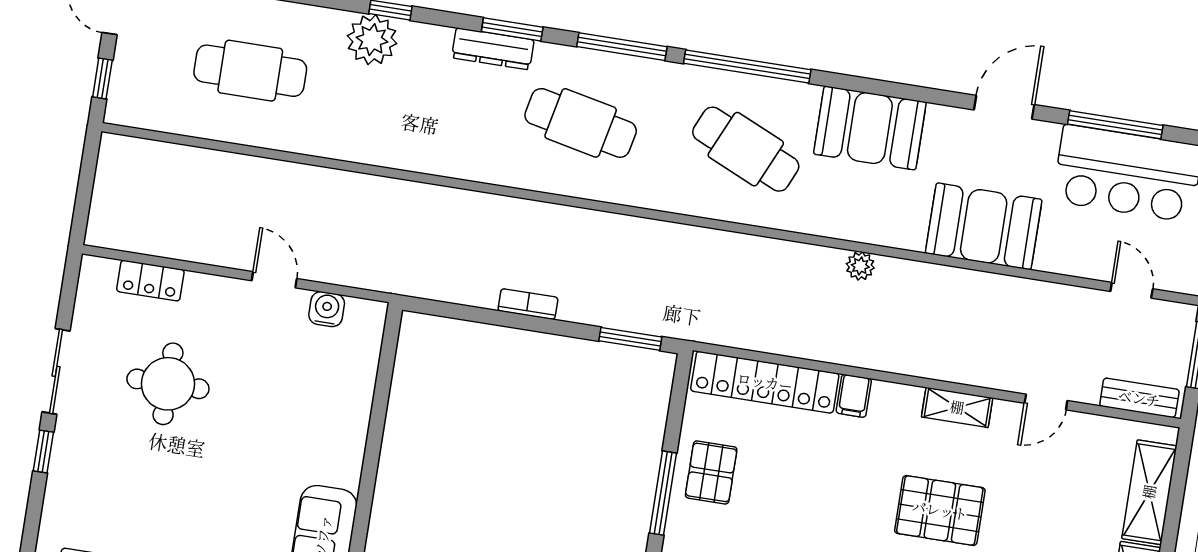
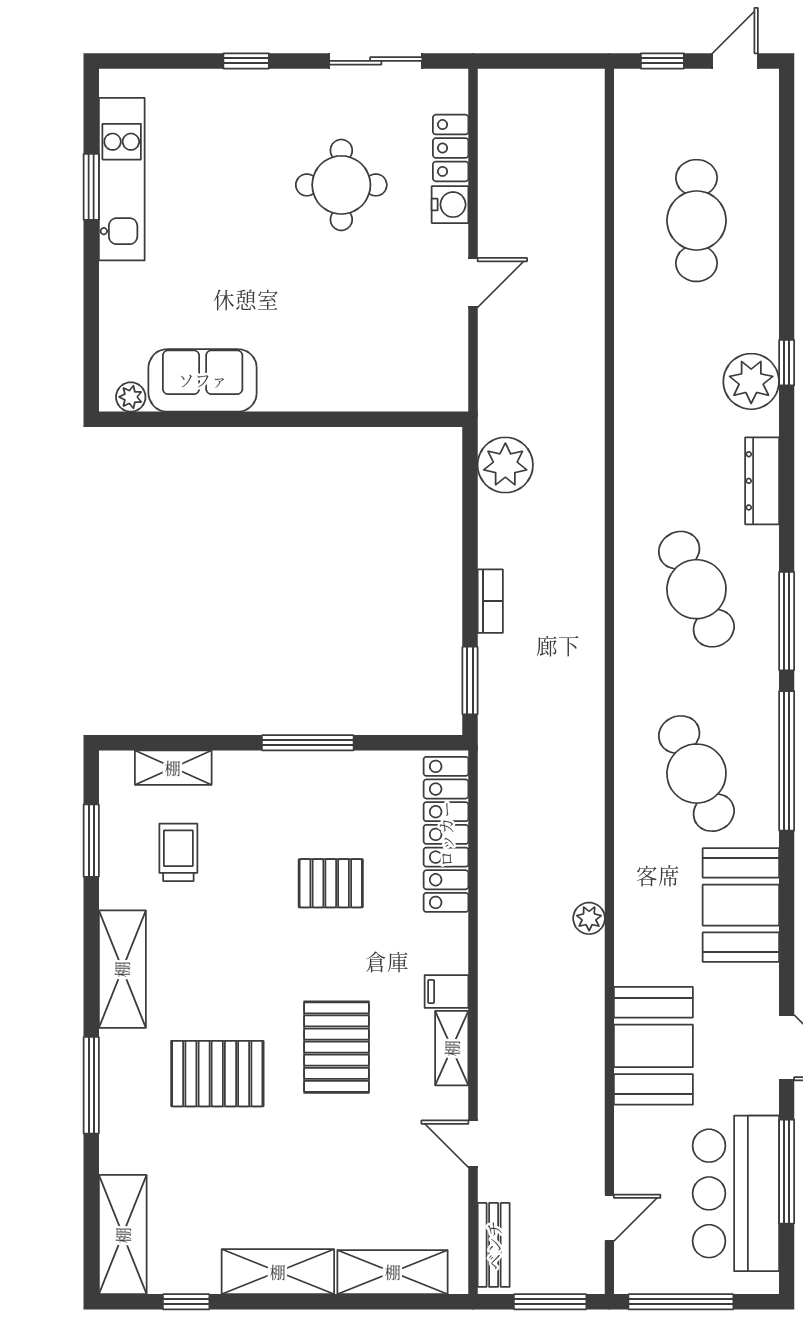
window: (512, 29) -> (787, 499), removed
plant: (372, 40) -> (751, 381), moved
cafe table: (581, 123) -> (696, 589), turned -36
cafe table: (746, 149) -> (696, 774), turned -48
plant: (442, 277) -> (505, 465), added
bookcase: (528, 304) -> (490, 601), moved
water cooler: (327, 309) -> (450, 205), moved
sliding door: (56, 371) -> (376, 61), moved
filing cabinet: (854, 396) -> (447, 991), moved
pallet: (711, 472) -> (331, 883), moved

